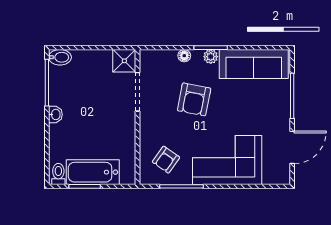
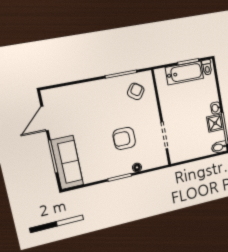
plant: (211, 57) -> (118, 171), removed
shower: (124, 61) -> (215, 123), moved
sofa: (254, 64) -> (67, 162), moved, turned 90
armchair: (194, 99) -> (124, 138), turned -101
corner sofa: (227, 160) -> (92, 100), removed

